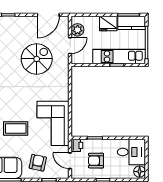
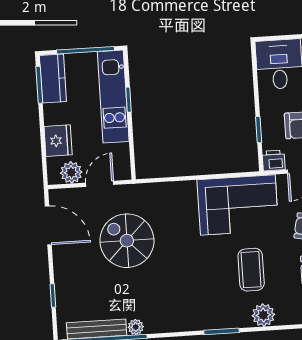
fridge: (108, 23) -> (58, 141), moved
door: (70, 46) -> (100, 184), hinge flipped

